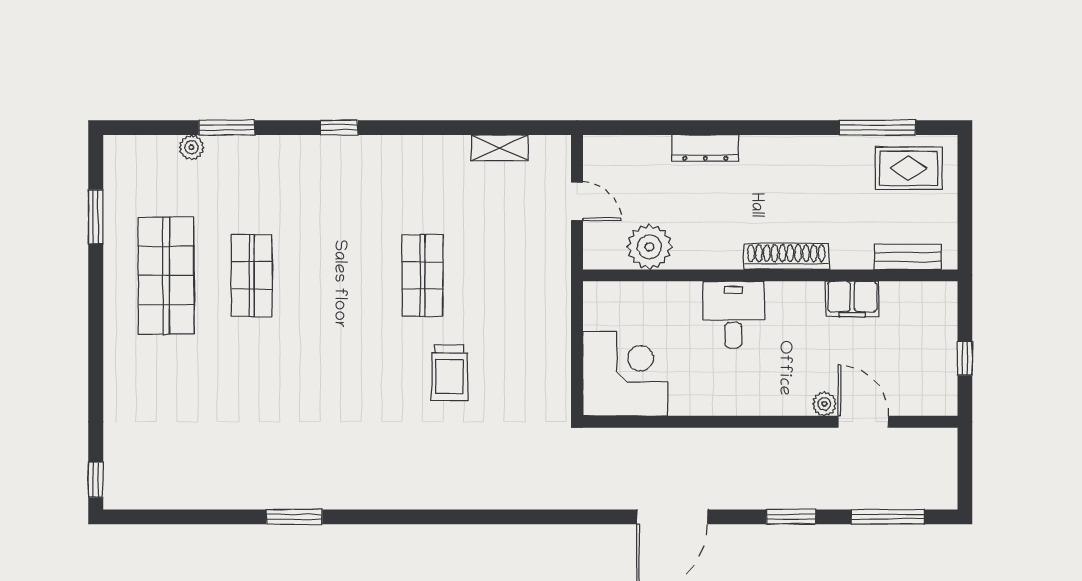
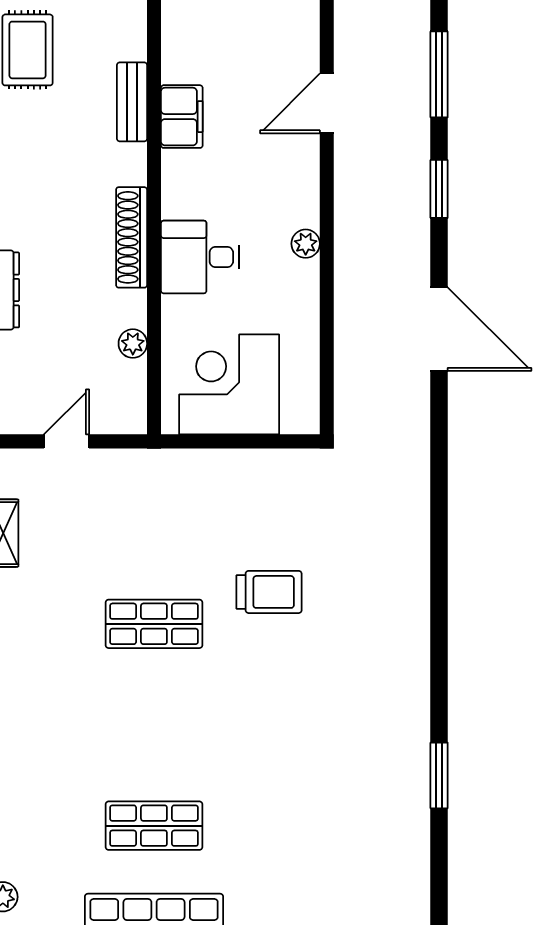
plant: (649, 247) -> (133, 344), width x0.53, depth x0.53
shoe rack: (786, 256) -> (132, 237), moved
bench: (908, 257) -> (132, 102), moved
corner desk: (625, 373) -> (229, 384), moved
plant: (824, 404) -> (306, 244), moved

